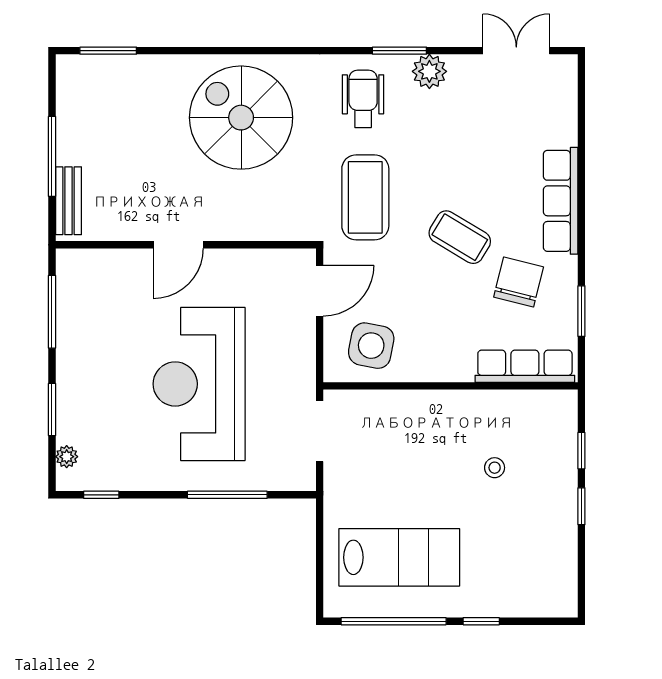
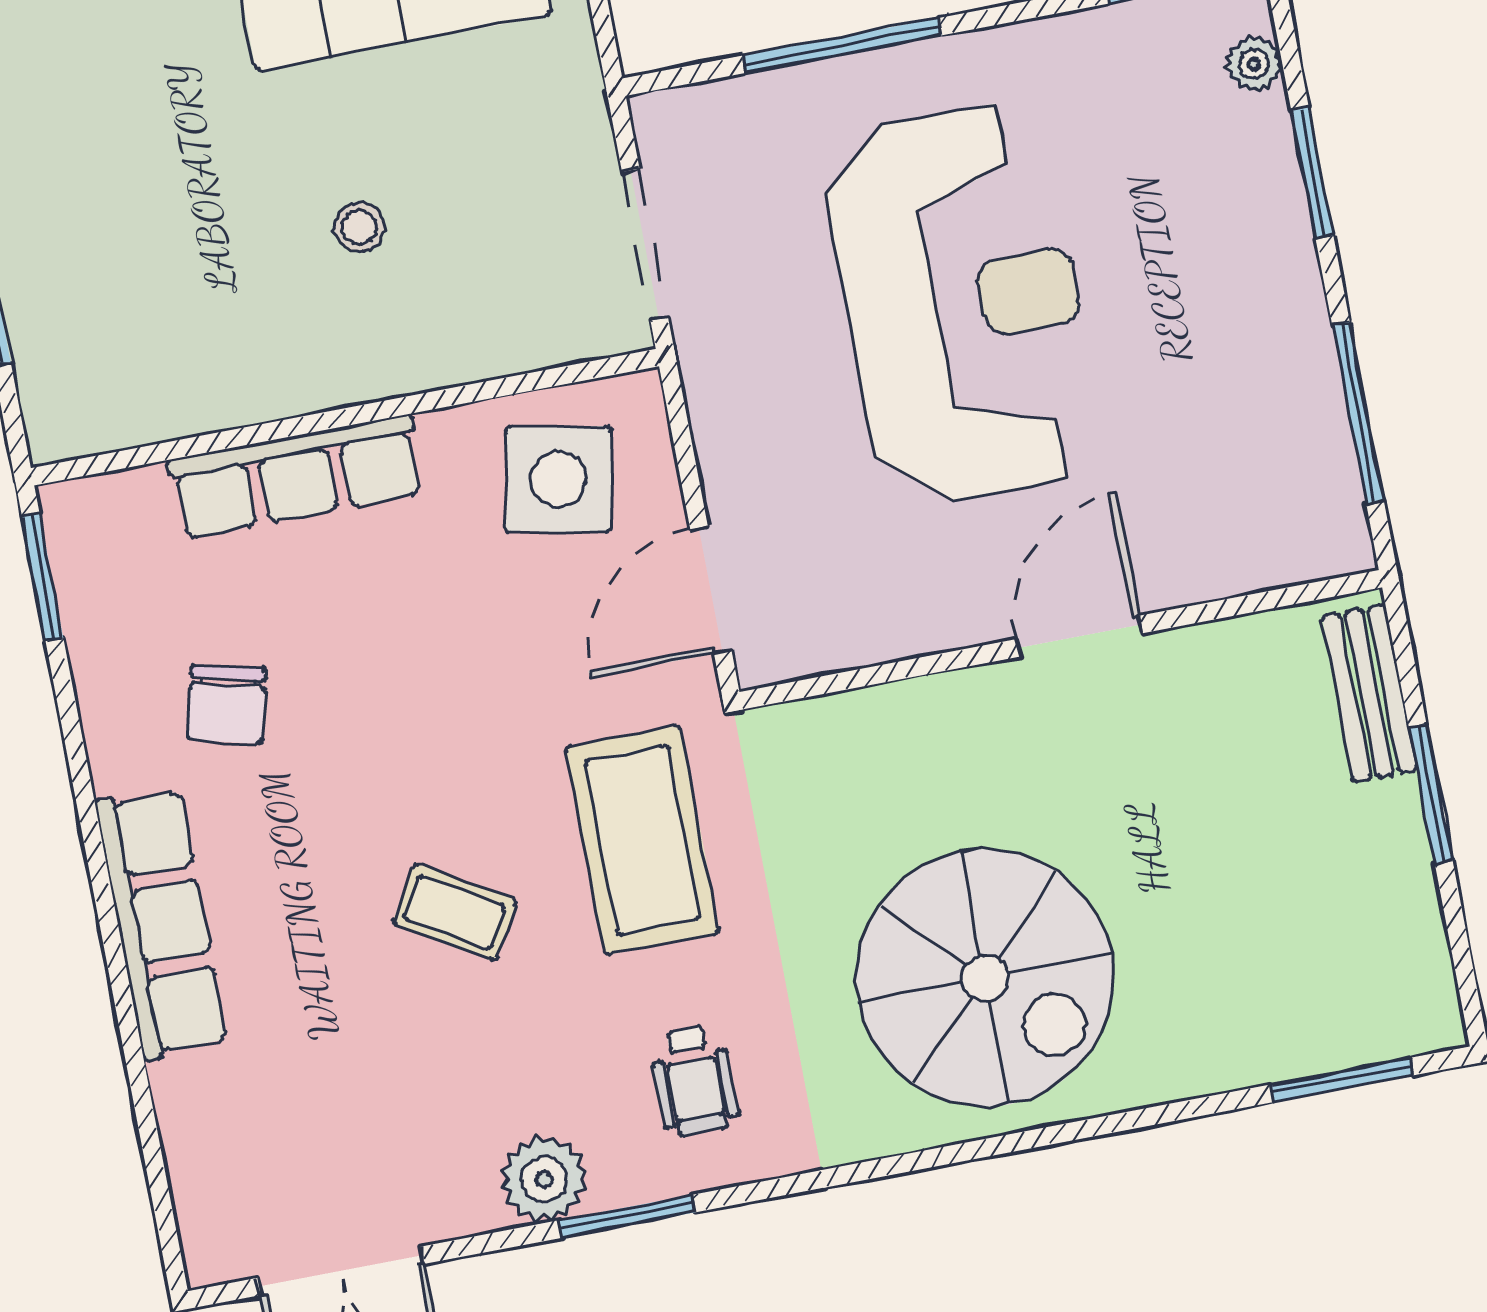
wheelchair: (363, 99) -> (694, 1081), width x0.73, depth x0.73
window: (52, 156) -> (1431, 794), width x0.69
coffee table: (460, 237) -> (455, 912), moved, width x0.73, depth x0.77
chair: (519, 282) -> (227, 704), width x0.73, depth x0.73
window: (581, 311) -> (43, 577), moved
row of seats: (525, 366) -> (296, 476), moved
stool: (495, 468) -> (359, 227), moved

